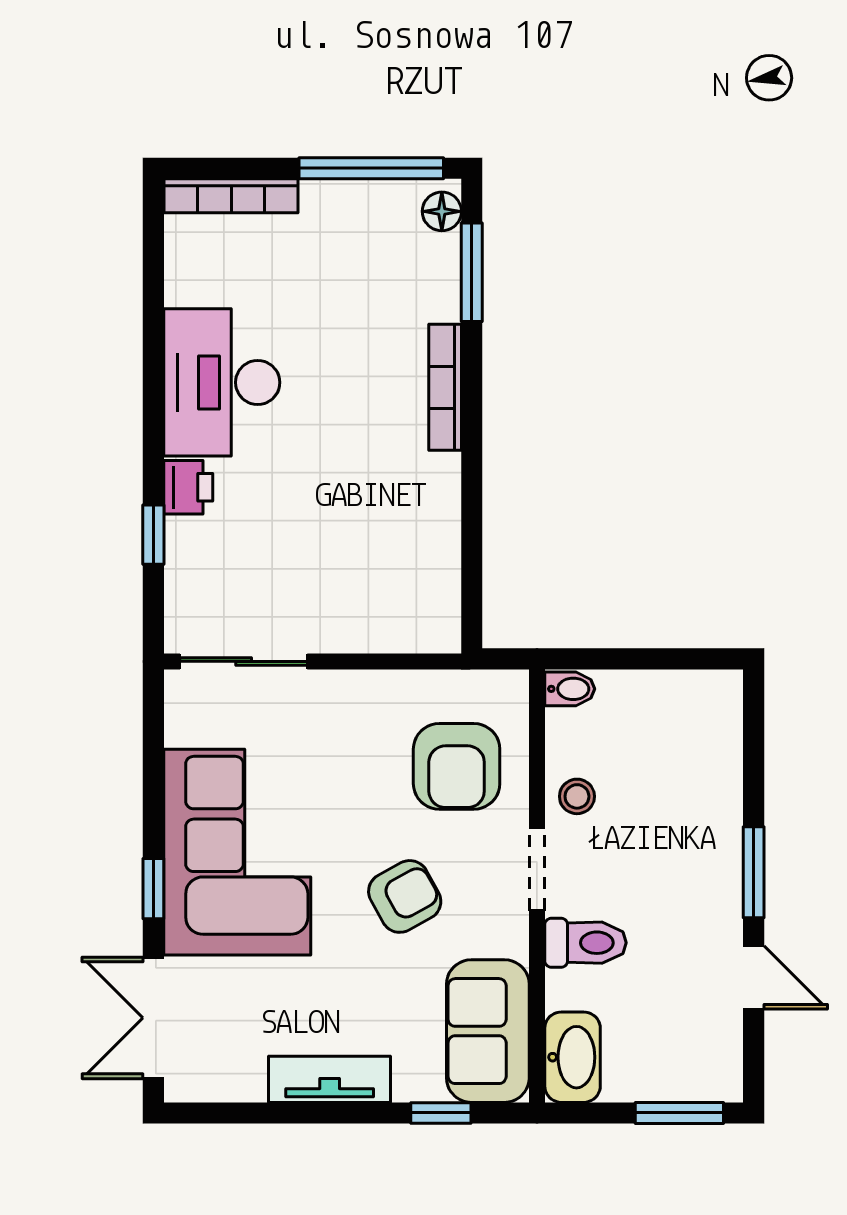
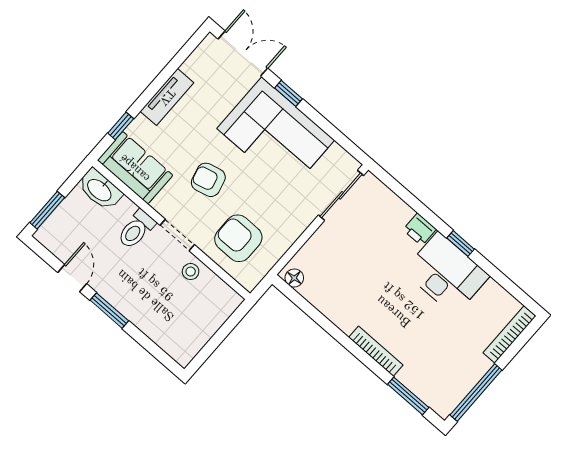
floor lamp: (442, 211) -> (294, 278), moved
window: (153, 535) -> (461, 244), moved
bidet: (570, 689) -> (231, 302), removed
armchair: (405, 896) -> (208, 180), turned 105
door: (754, 977) -> (72, 278), swing flipped

